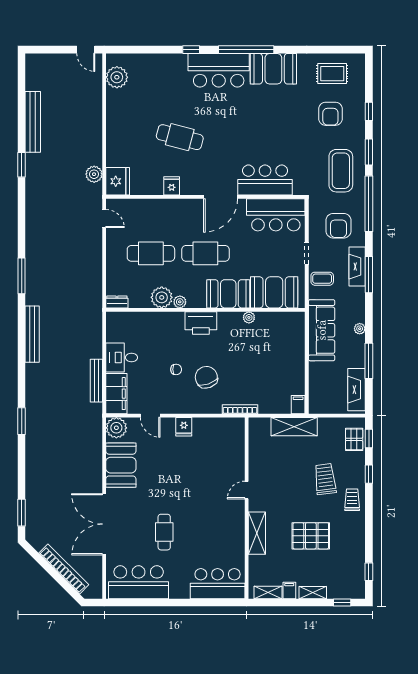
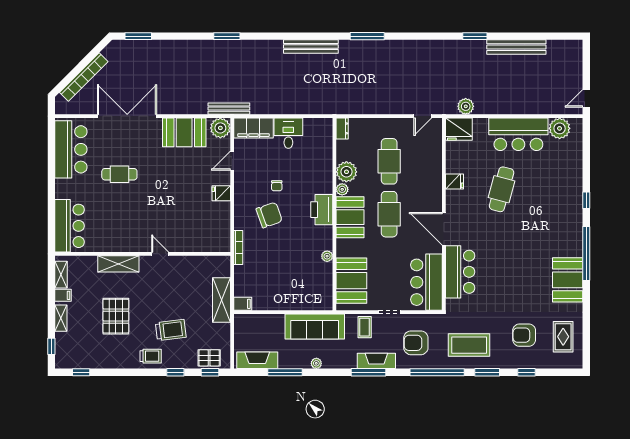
bar counter: (219, 70) -> (518, 134), moved, turned -90
booth: (228, 294) -> (350, 217), moved
bench: (96, 381) -> (229, 109), moved

